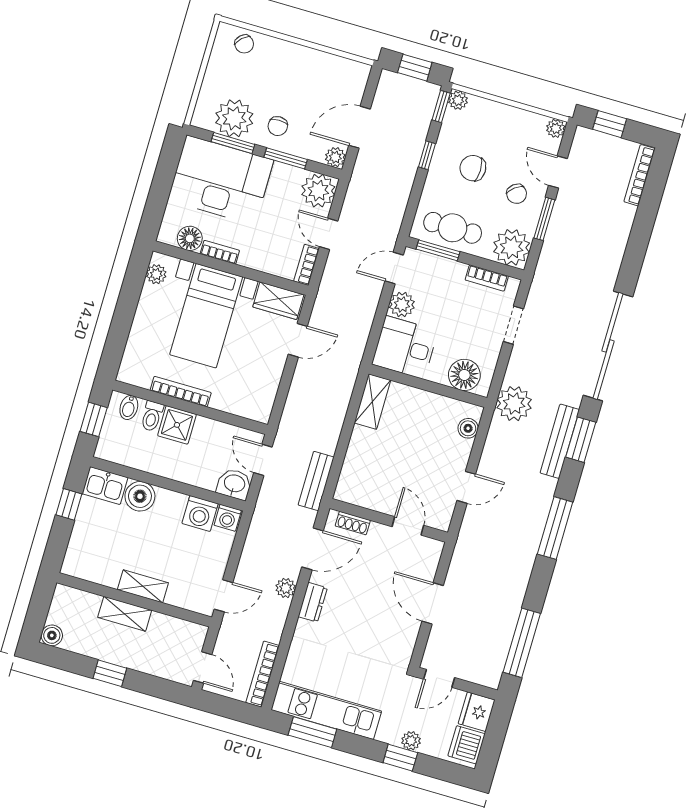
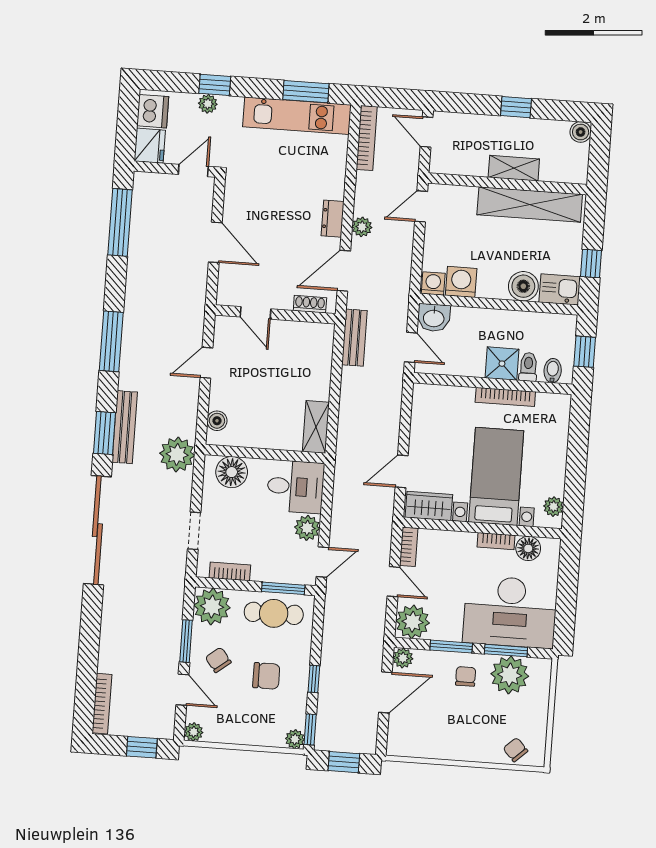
shelving: (143, 586) -> (530, 204), width x2.20, depth x1.33

